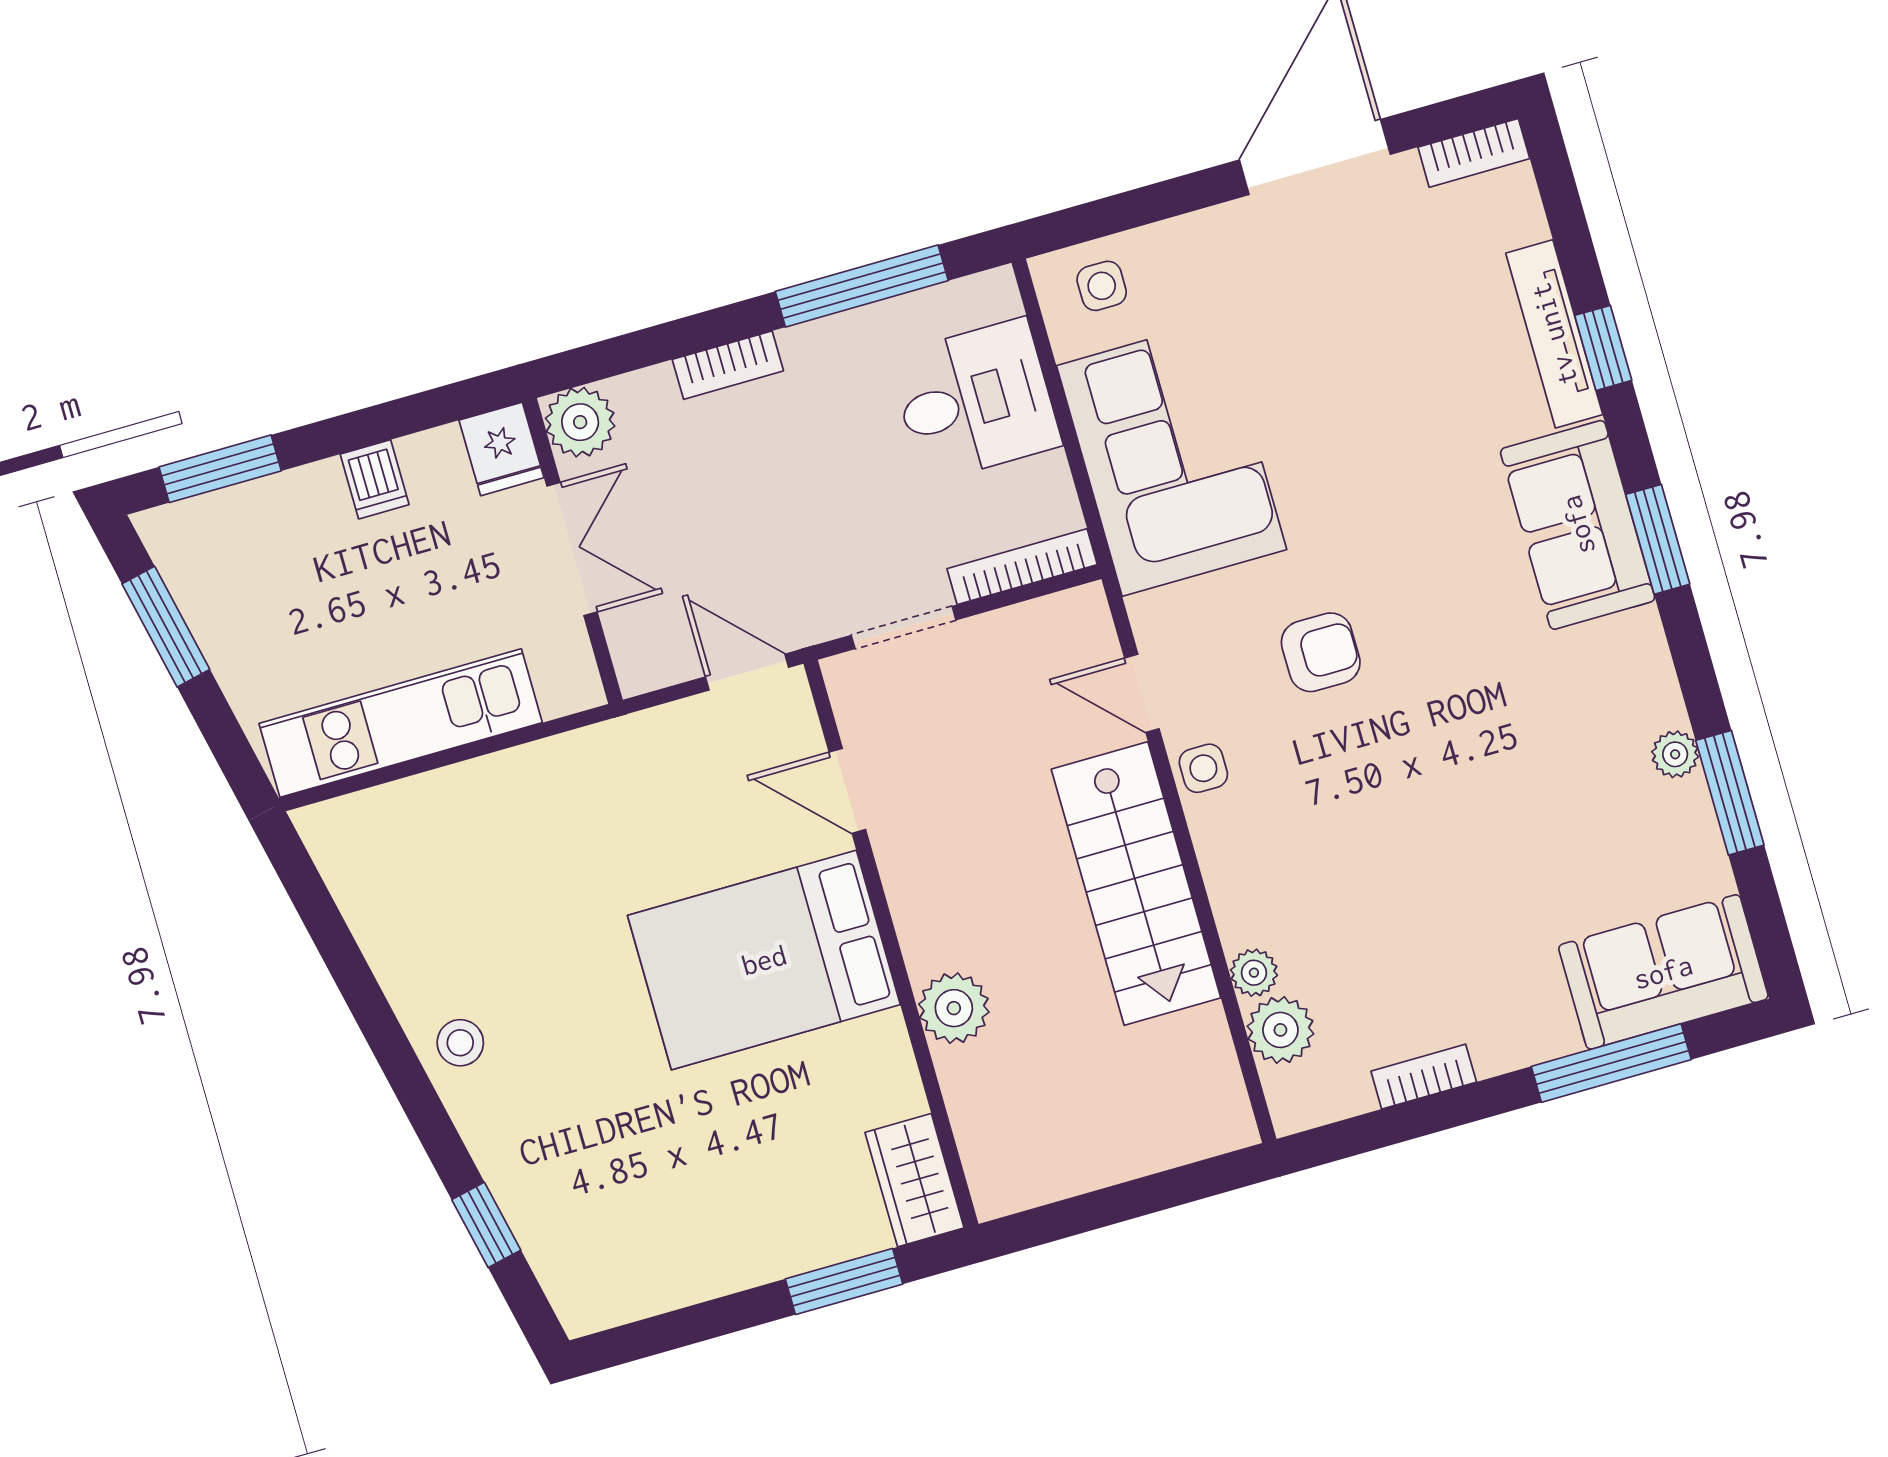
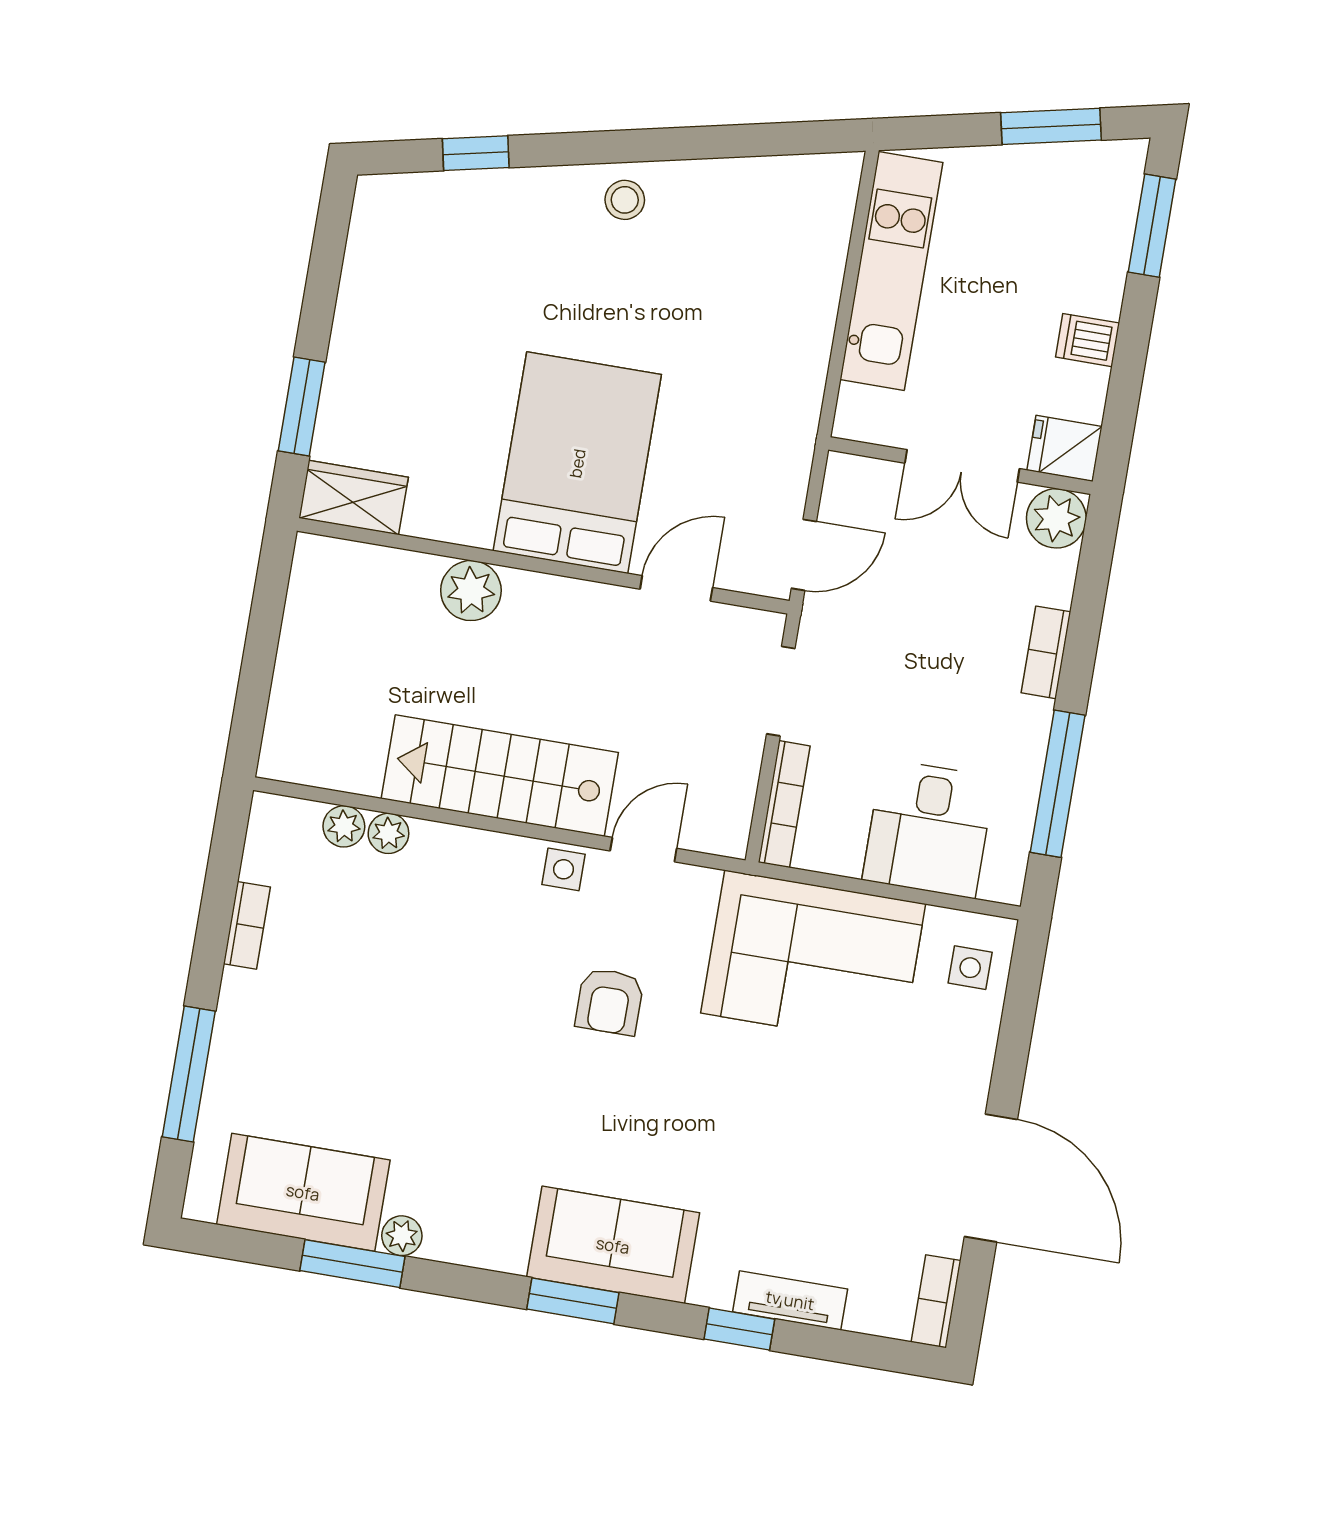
tv unit: (1554, 334) -> (790, 1300), width x0.71
sofa: (1663, 972) -> (303, 1192), moved, turned -90
plant: (1280, 1030) -> (344, 826), width x0.73, depth x0.73

